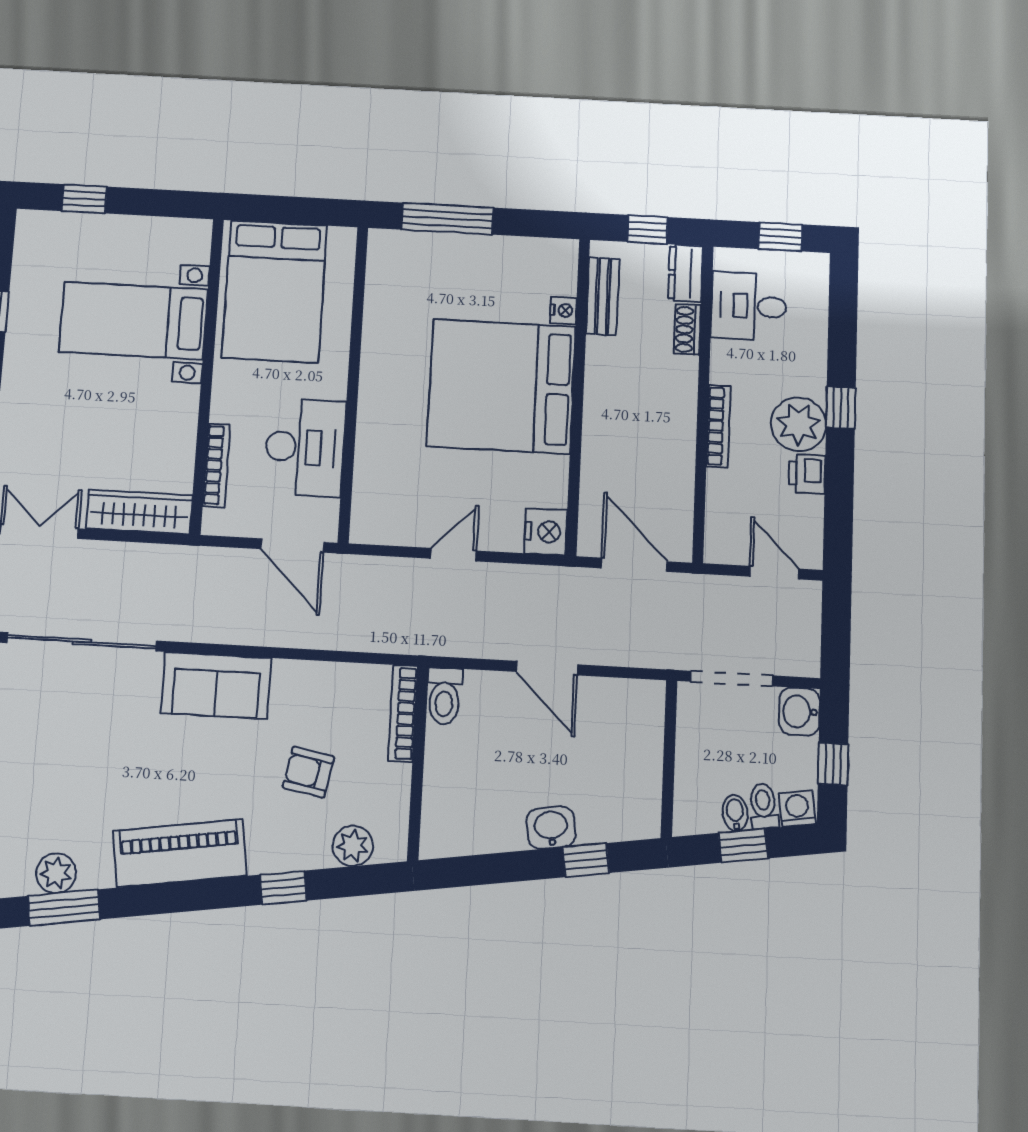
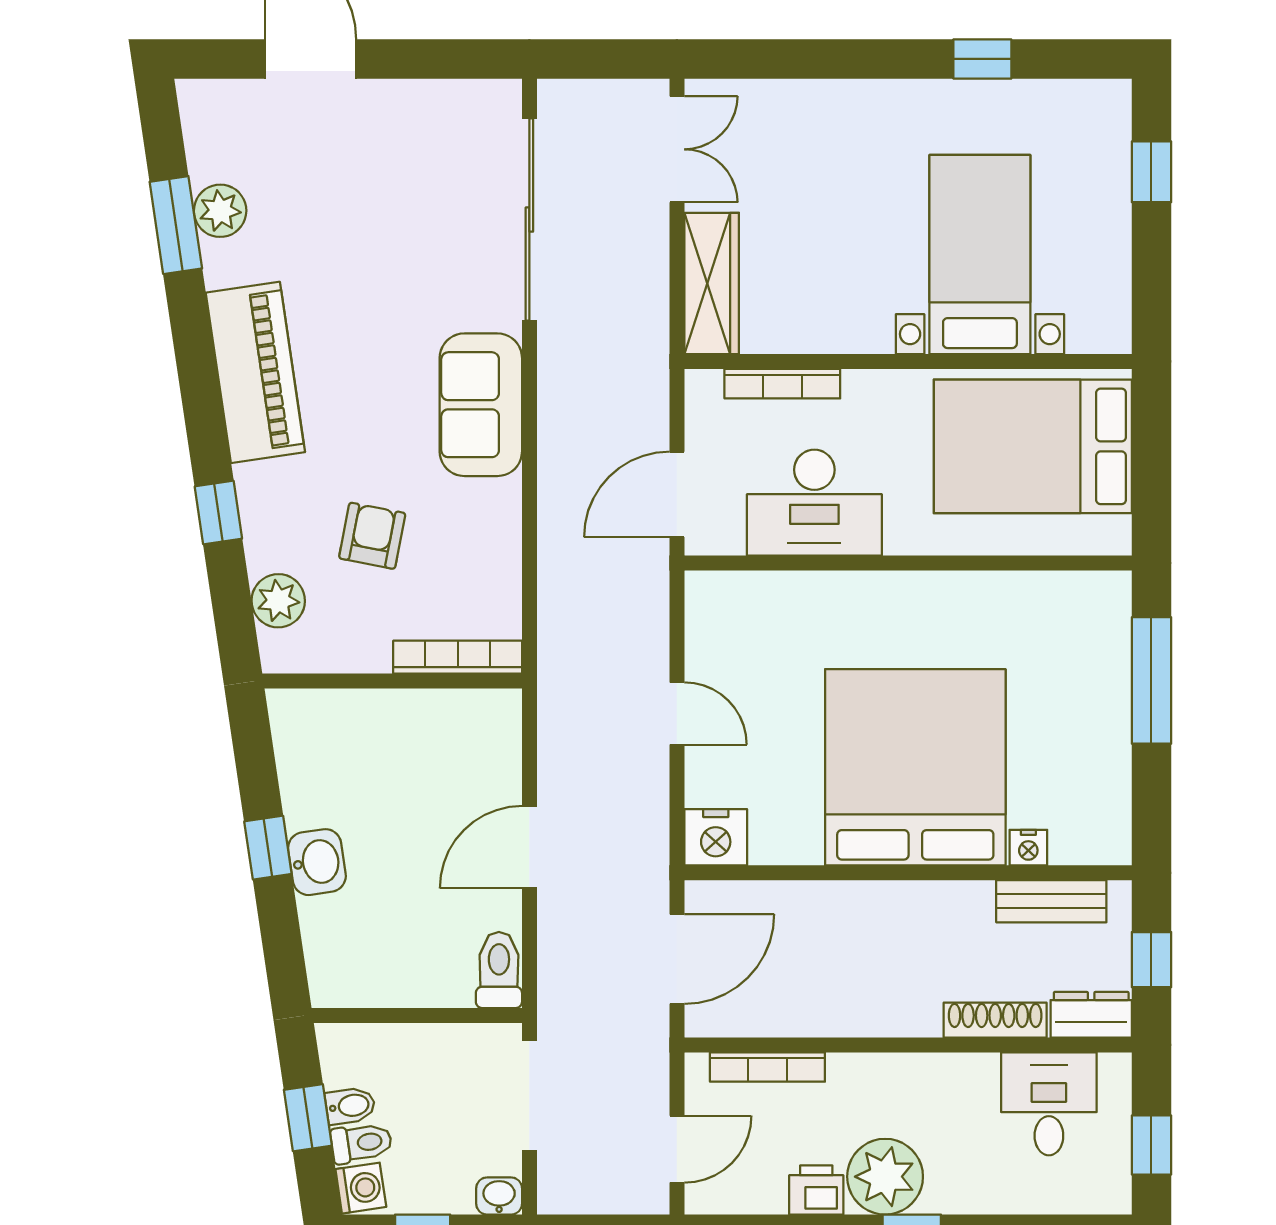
shoe rack: (687, 330) -> (995, 1020), width x1.43
bookcase: (718, 426) -> (767, 1067), moved
toilet: (444, 696) -> (499, 970), moved, turned 90
washbasin: (799, 712) -> (499, 1196), width x0.72, depth x0.69
window: (586, 860) -> (268, 848), moved

